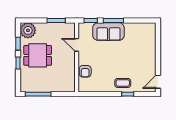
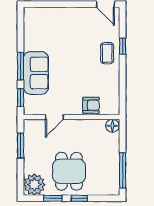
floor lamp: (70, 87) -> (112, 126), added

